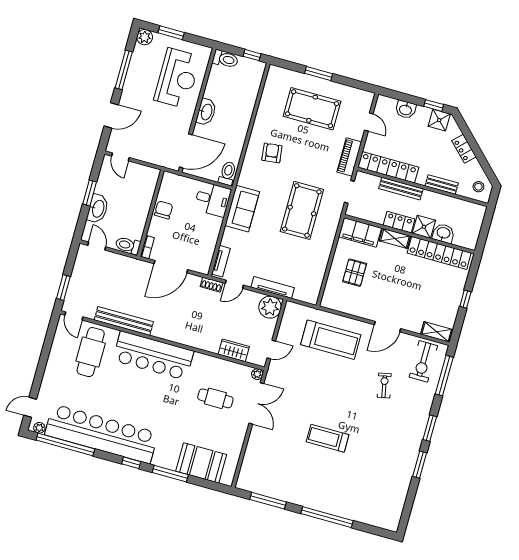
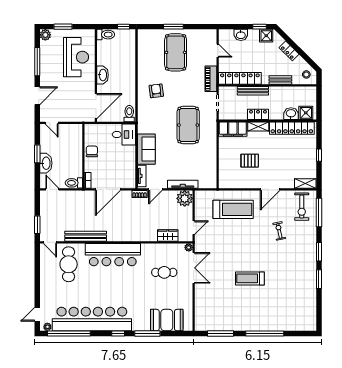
pool table: (312, 109) -> (176, 52), turned 90
sofa: (242, 209) -> (146, 149), moved
shower: (424, 227) -> (306, 113), moved
pallet: (355, 273) -> (250, 161), moved, turned 90

